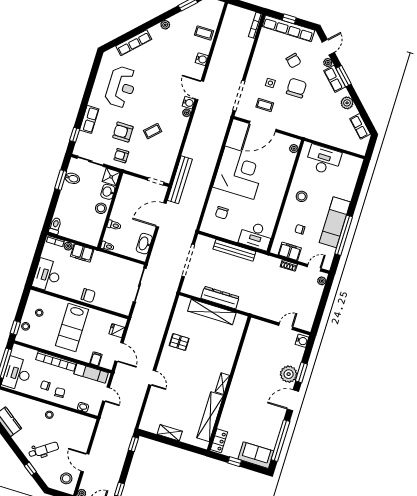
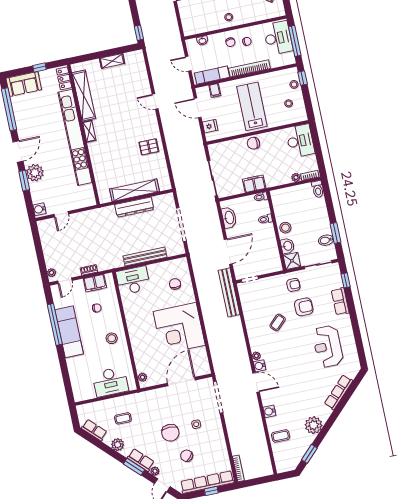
plant: (165, 25) -> (314, 425), width x1.87, depth x1.87
coffee table: (265, 105) -> (123, 418), moved
filing cabinet: (82, 253) -> (254, 184), moved
kitchen unit: (238, 385) -> (75, 137), added

